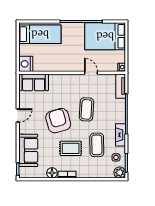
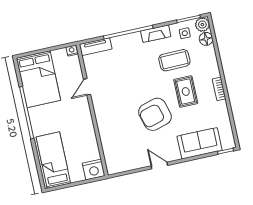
sofa: (34, 82) -> (114, 155), removed
coffee table: (86, 109) -> (133, 82), removed
floor lamp: (52, 173) -> (206, 39), moved

